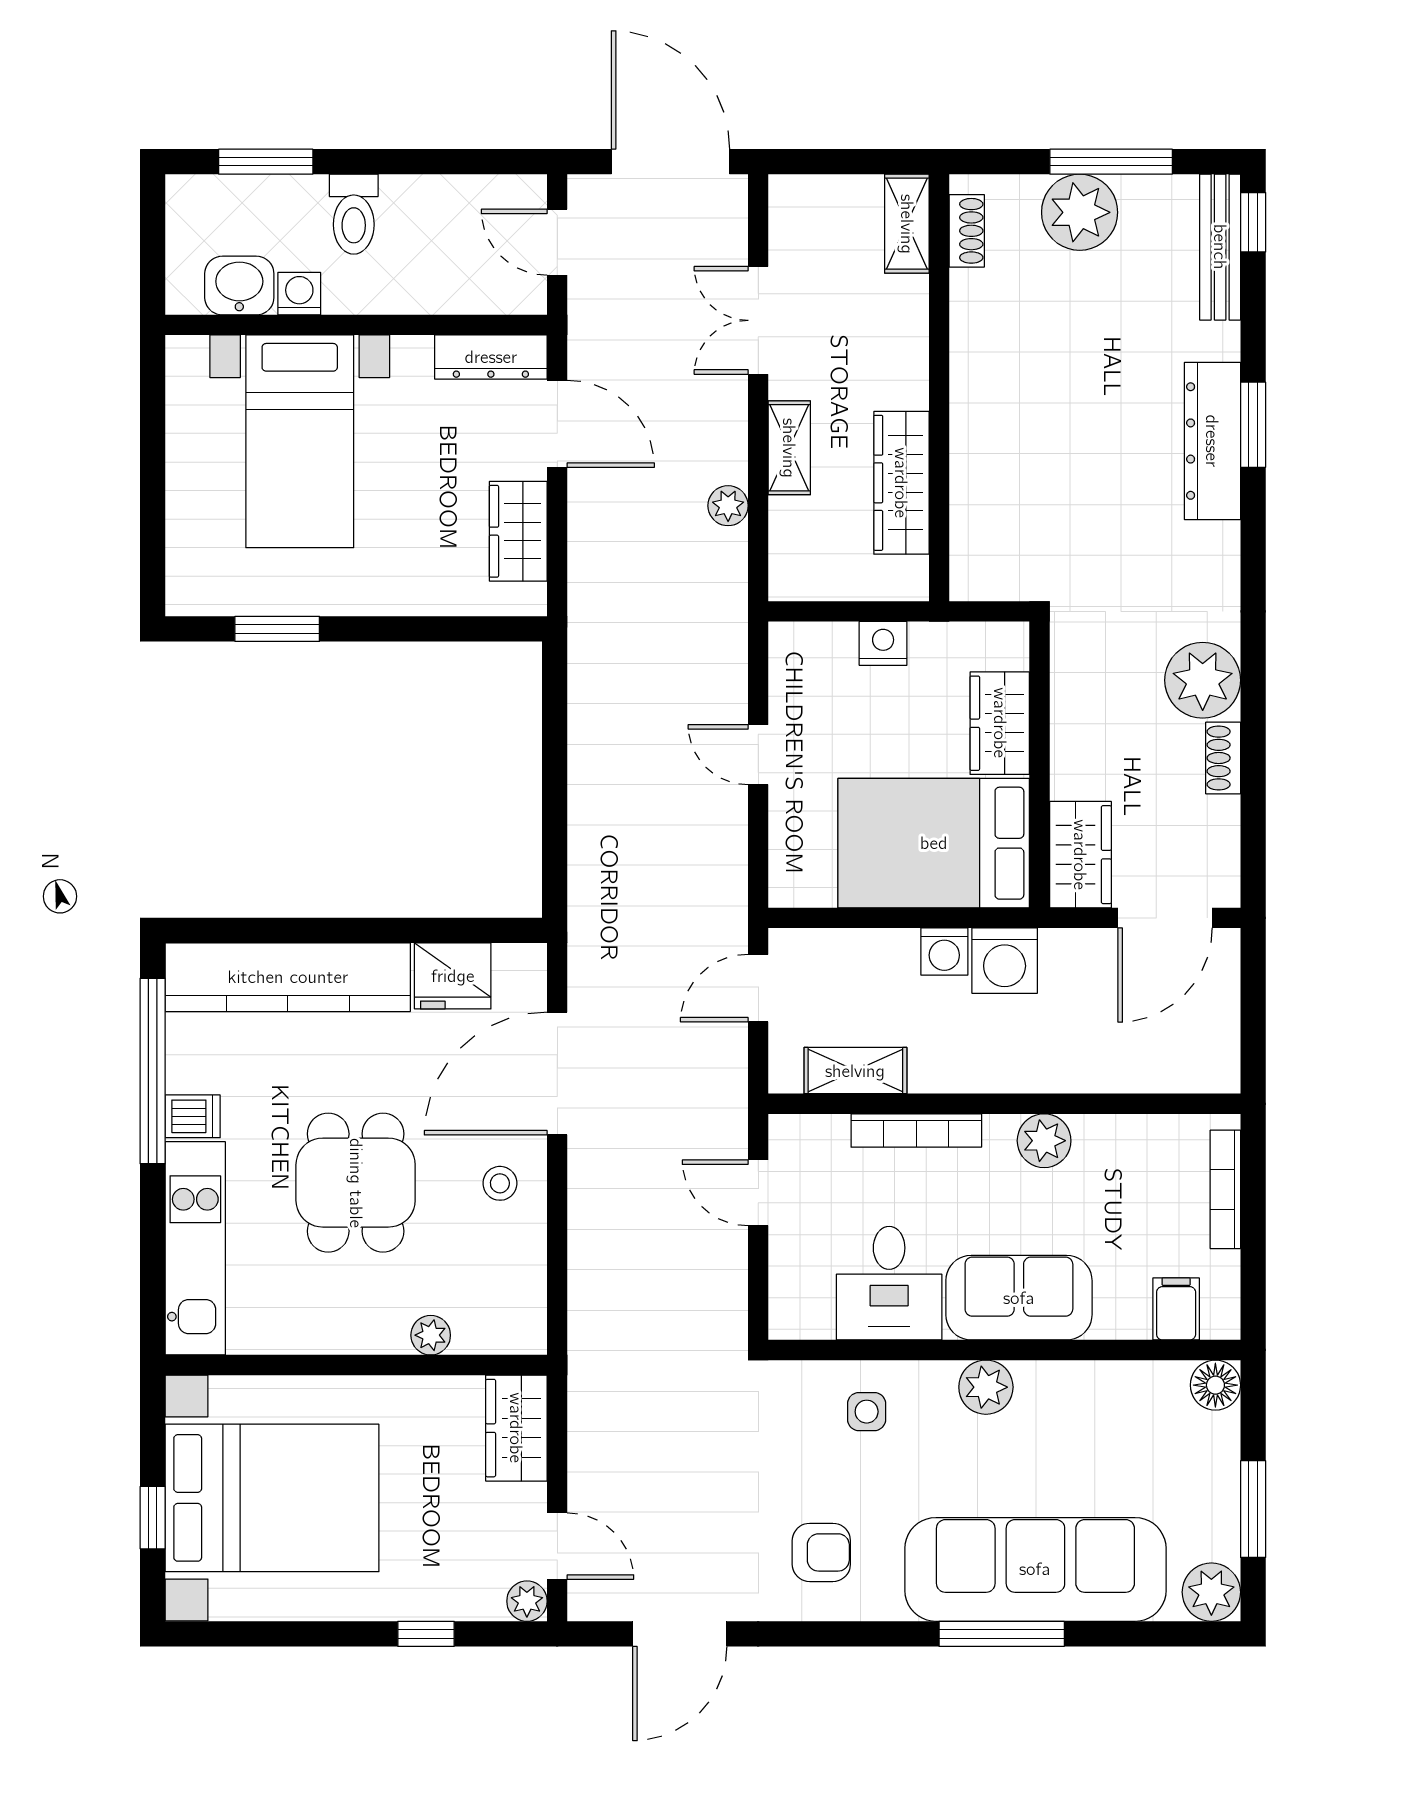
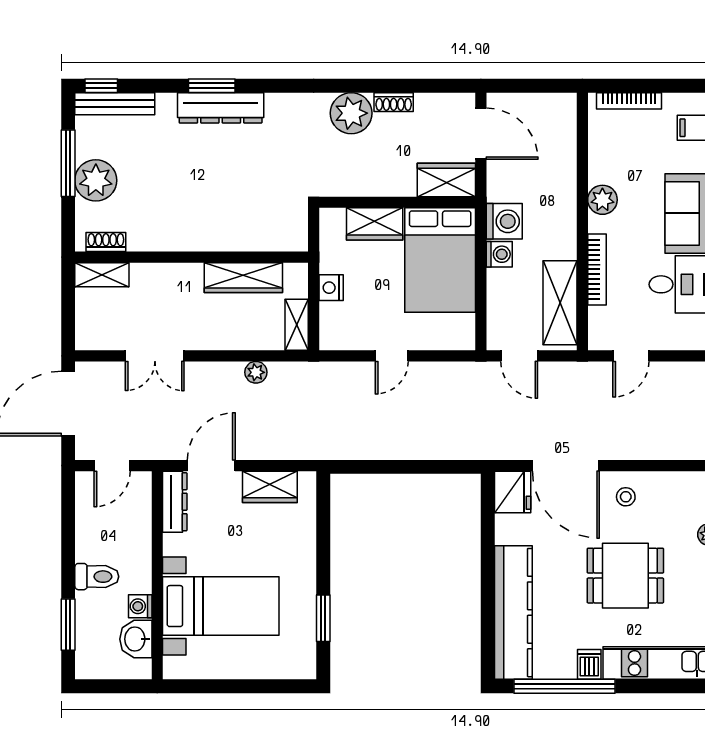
shelving: (789, 448) -> (297, 325), moved, turned 90
fridge: (453, 976) -> (513, 492), moved
shelving: (855, 1071) -> (560, 303), width x1.50, depth x1.33

